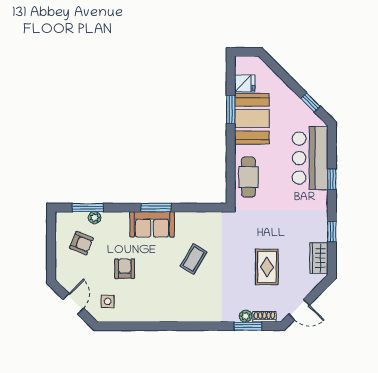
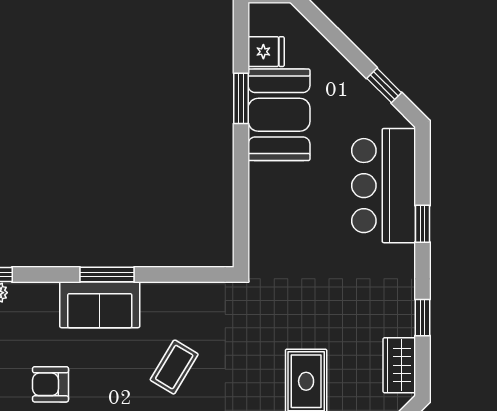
cafe table: (248, 177) -> (273, 220), removed
armchair: (125, 269) -> (50, 384), turned -90

